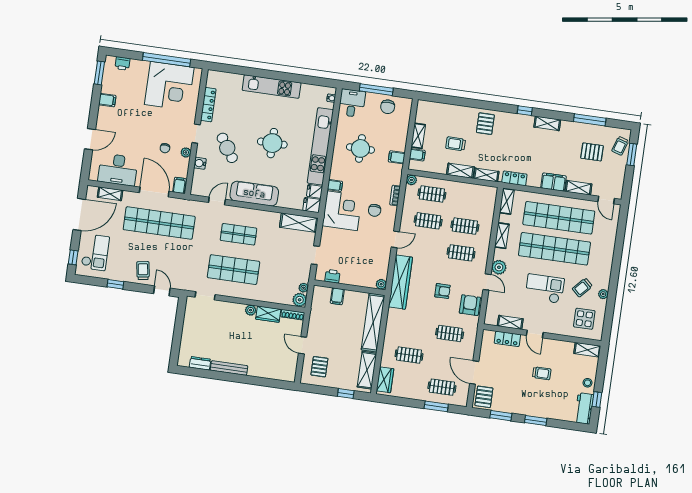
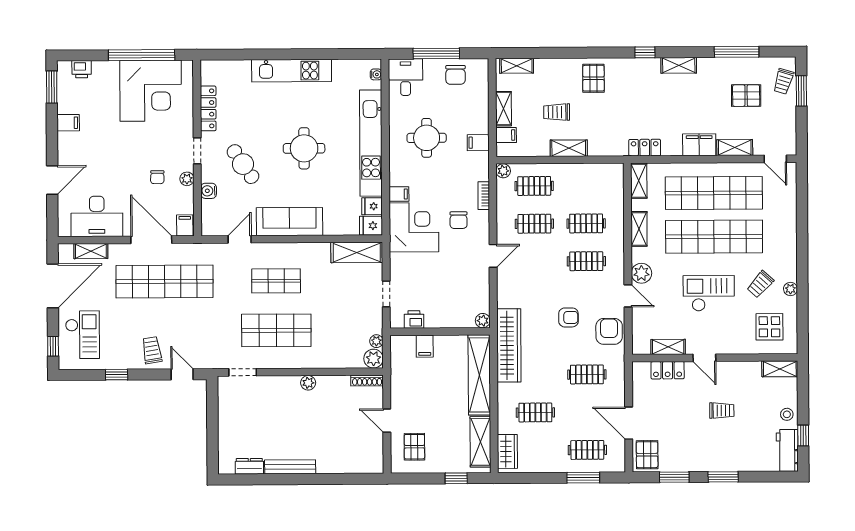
shelving: (486, 175) -> (517, 66), moved
wardrobe: (400, 282) -> (509, 345), moved
wardrobe: (268, 314) -> (333, 385), removed

